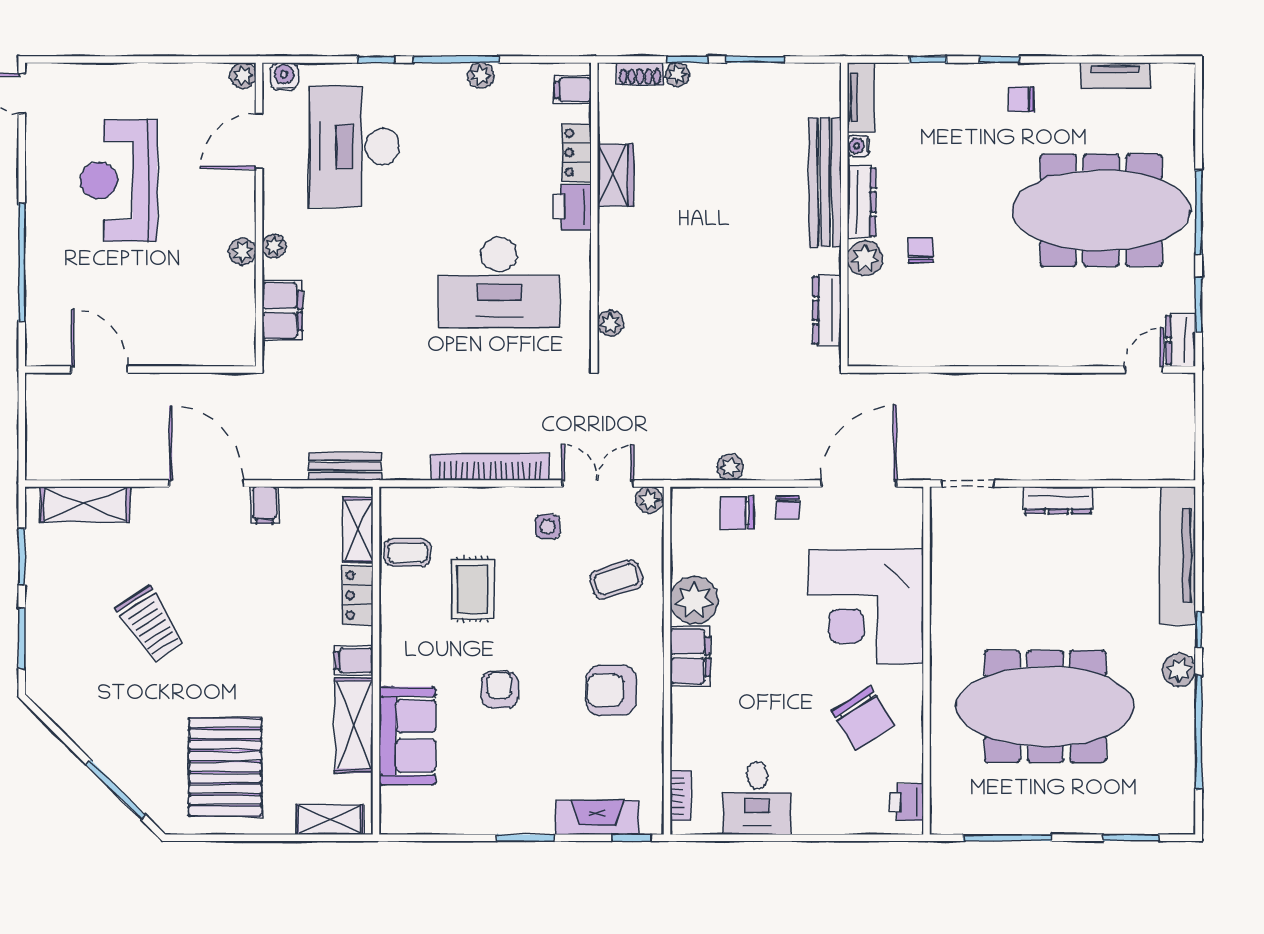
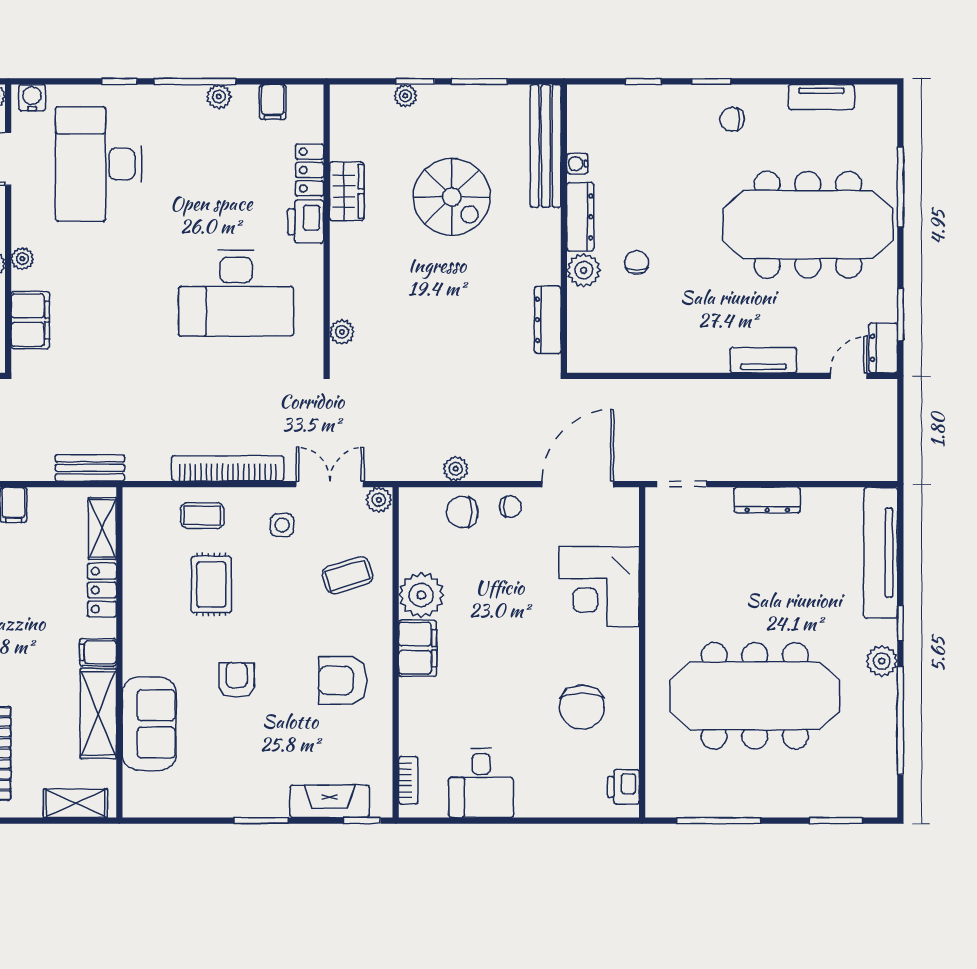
shoe rack: (640, 74) -> (370, 95), removed
filing cabinet: (573, 90) -> (273, 102), moved, turned -90
tv unit: (861, 98) -> (763, 360), moved, turned -90
spiral stairs: (726, 181) -> (452, 197), added
bench: (825, 182) -> (546, 146), moved
window: (1199, 212) -> (900, 187), moved
chair: (788, 507) -> (510, 507), turned -90
coffee table: (407, 553) -> (202, 516), moved
corner desk: (866, 607) -> (599, 587), width x0.74, depth x0.74
chair: (863, 718) -> (582, 707), turned 33

